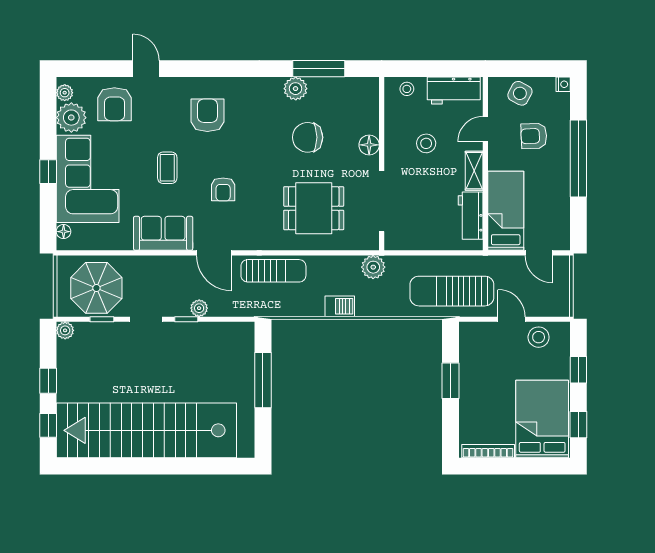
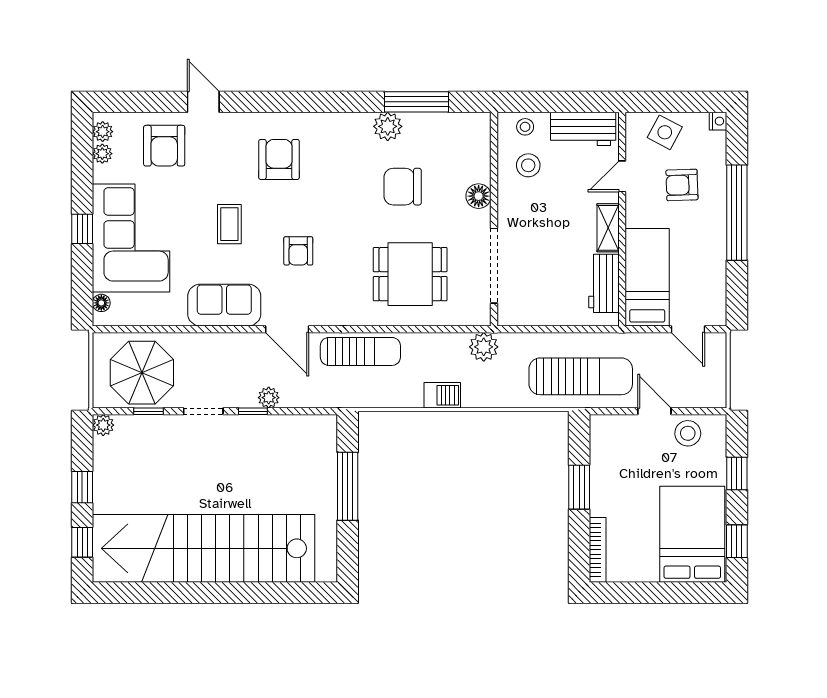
plant: (71, 118) -> (102, 154), width x0.53, depth x0.53
stool: (426, 143) -> (528, 165), moved
sun lounger: (452, 291) -> (581, 376), turned 180
bookcase: (488, 451) -> (598, 550), moved, turned 90

